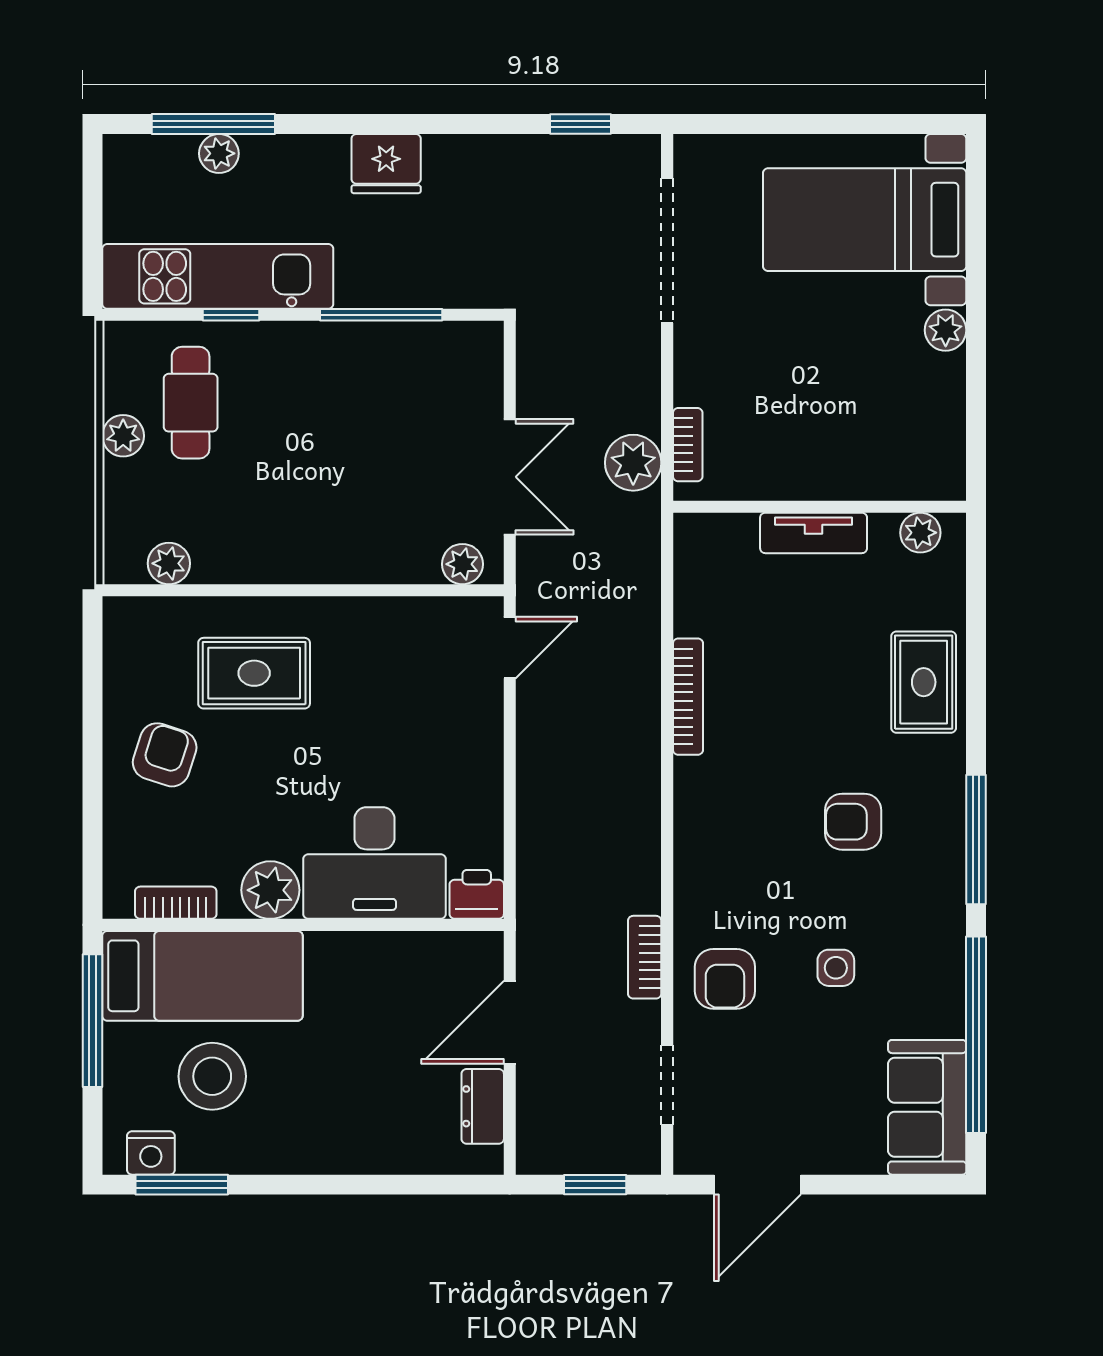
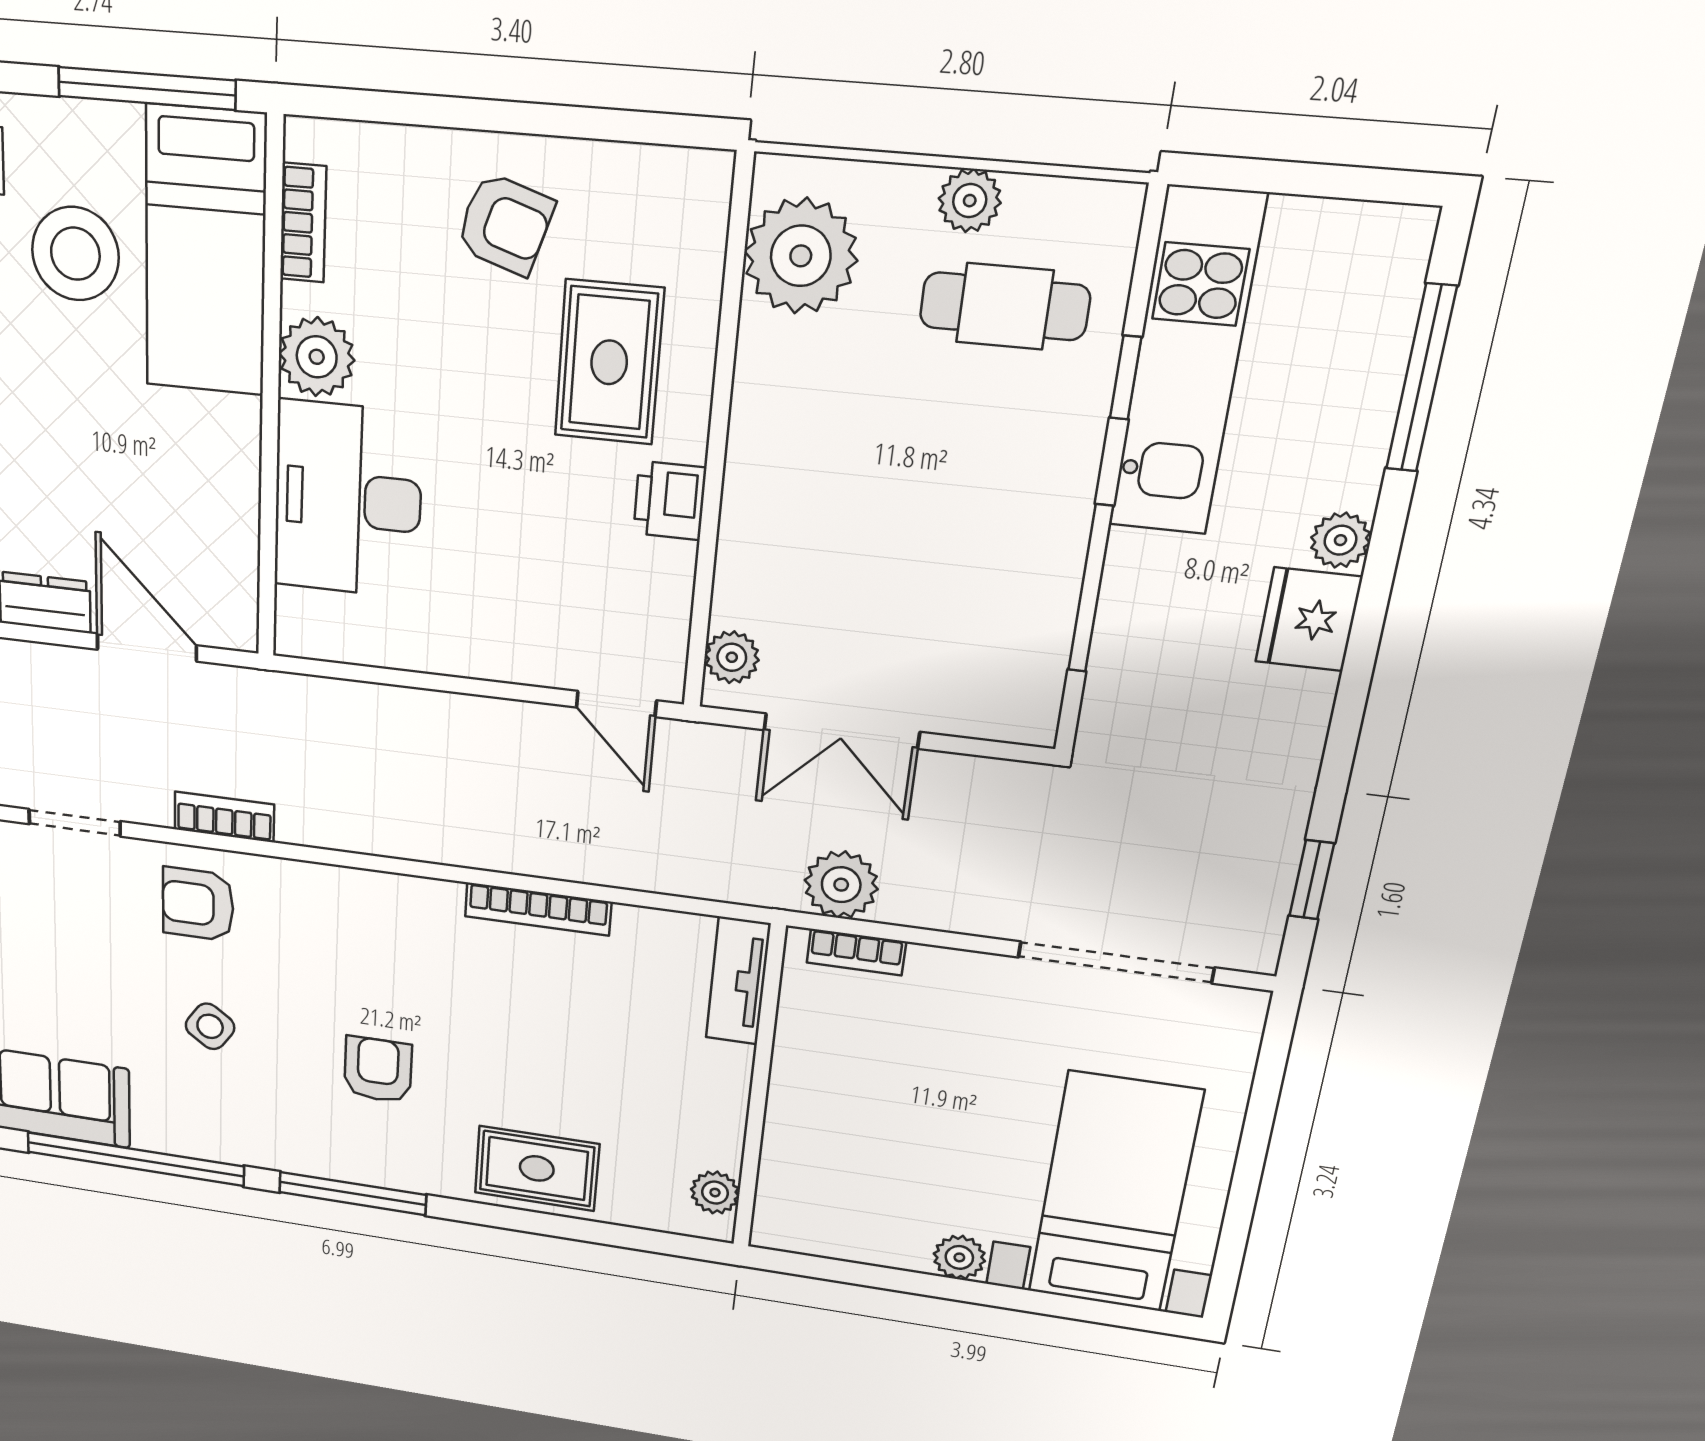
plant: (219, 153) -> (1340, 540), moved
tv unit: (814, 533) -> (738, 981), moved
plant: (169, 563) -> (801, 256), width x1.87, depth x1.87
printer: (477, 894) -> (670, 501), moved, turned 180
side table: (836, 968) -> (210, 1026), turned 35

